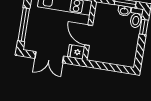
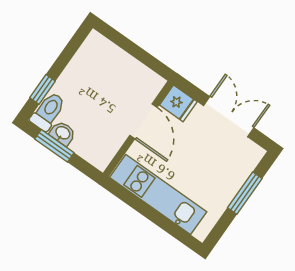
window: (24, 25) -> (245, 193), width x0.69

